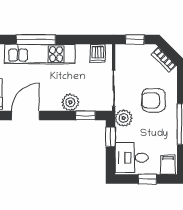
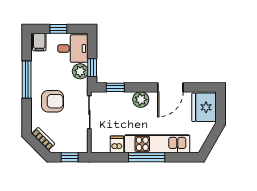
window: (36, 40) -> (147, 157), moved
dishwasher: (98, 53) -> (117, 144), moved
plant: (70, 102) -> (141, 100), moved
plant: (124, 118) -> (80, 71), moved

